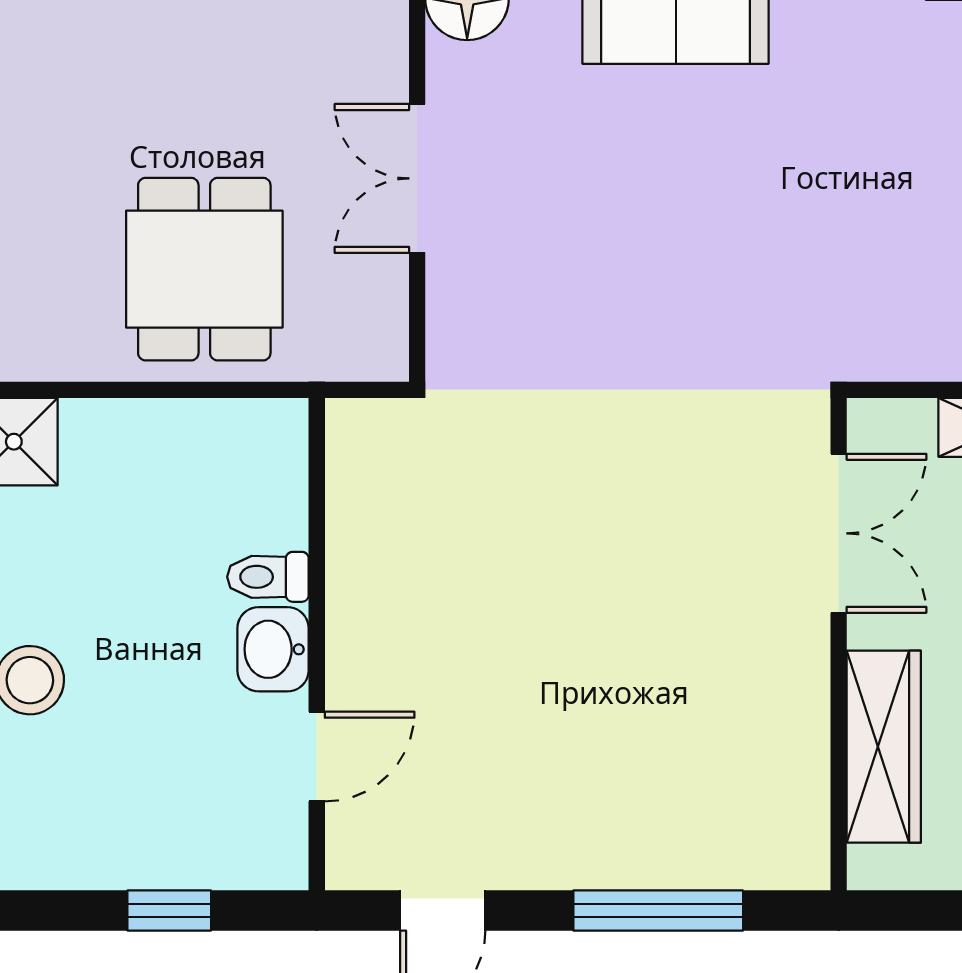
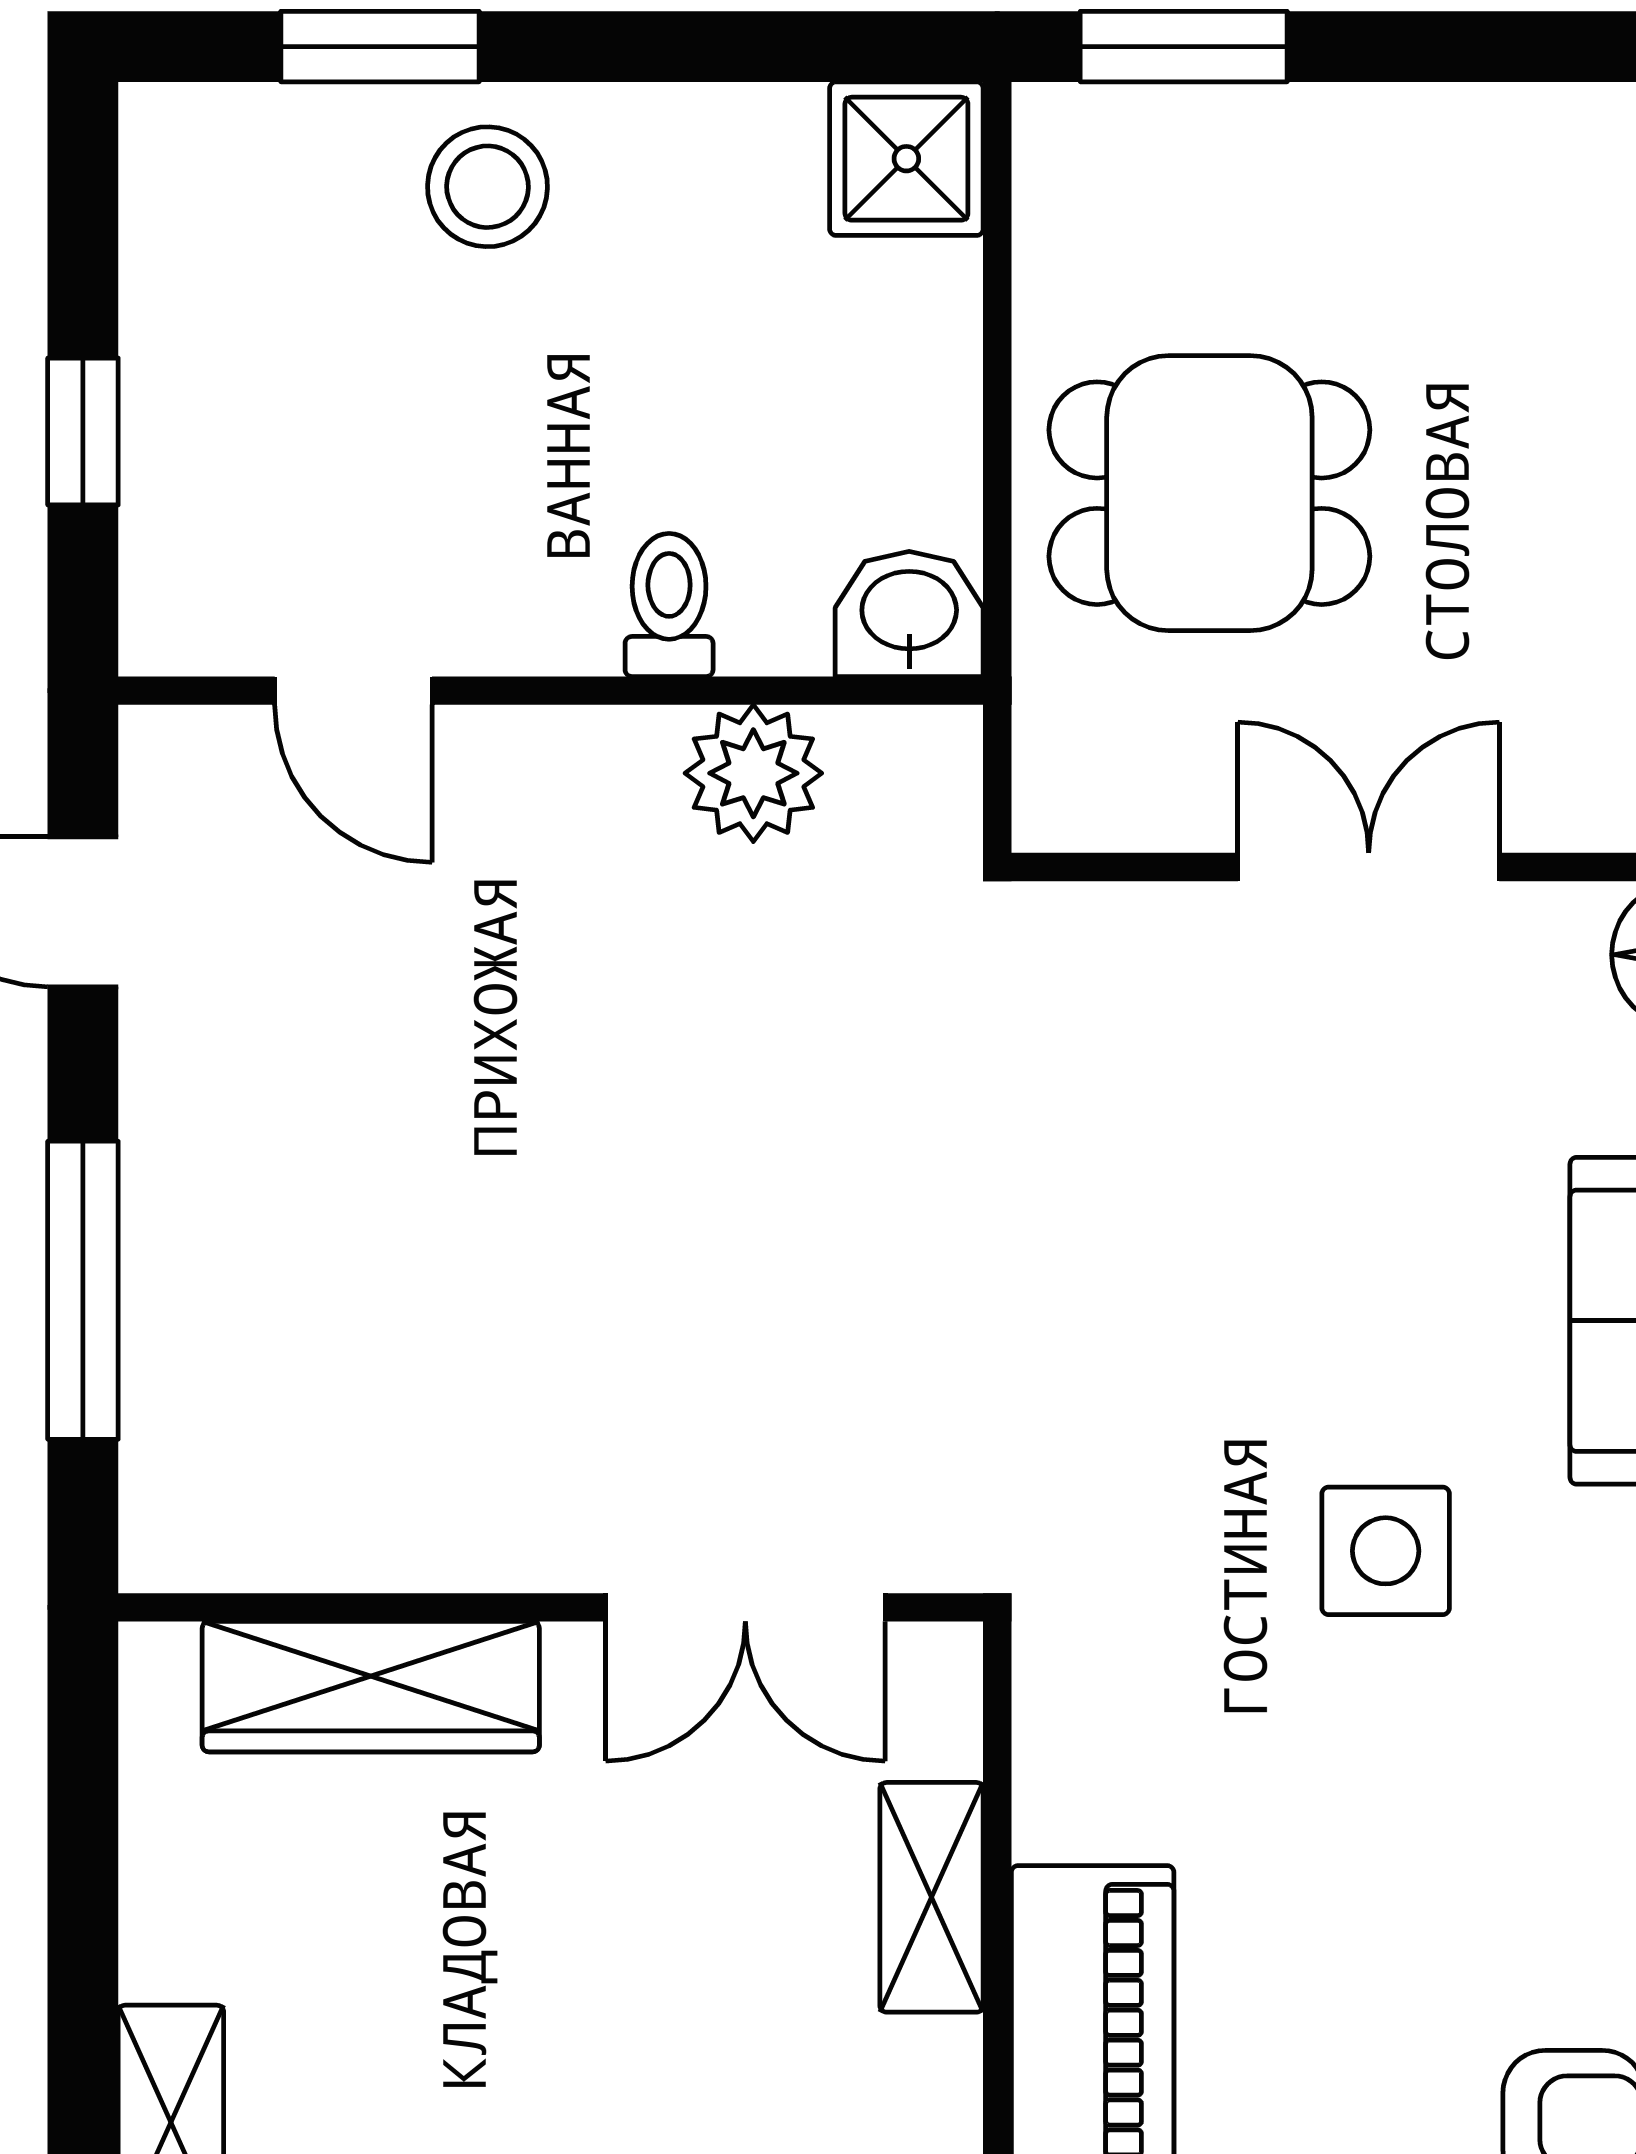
side table: (807, 169) -> (1386, 1551), added
plant: (364, 529) -> (753, 773), added
washbasin: (273, 649) -> (909, 614), moved

